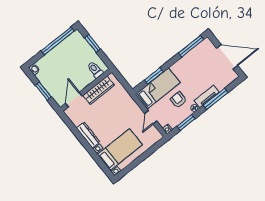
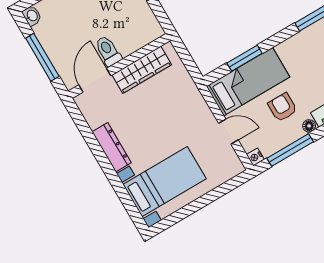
toilet: (95, 70) -> (108, 51), moved
window: (43, 91) -> (42, 57), width x1.44
door: (151, 117) -> (228, 132), swing flipped
window: (186, 123) -> (290, 150), width x1.44

